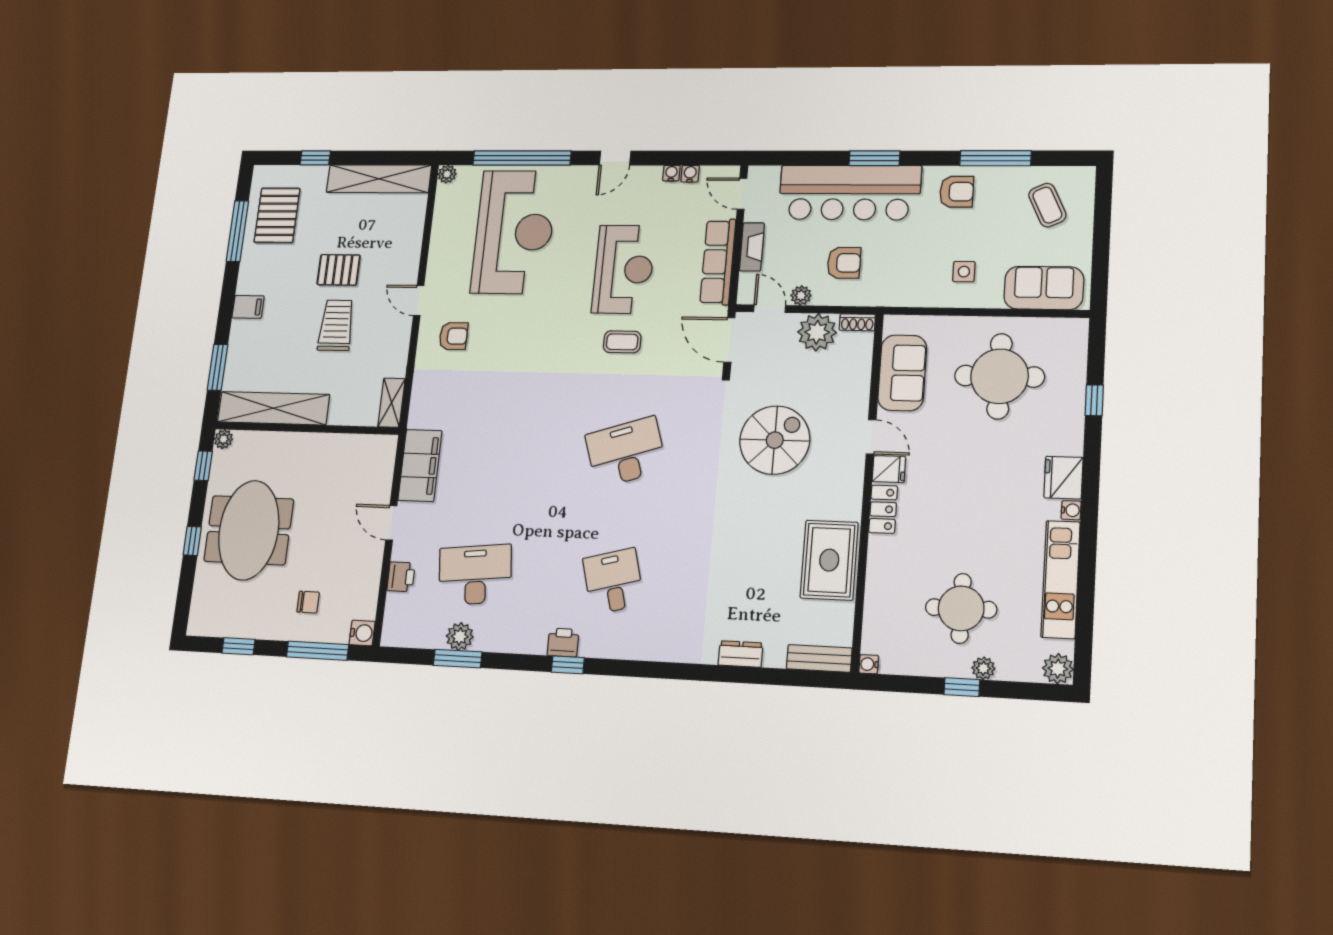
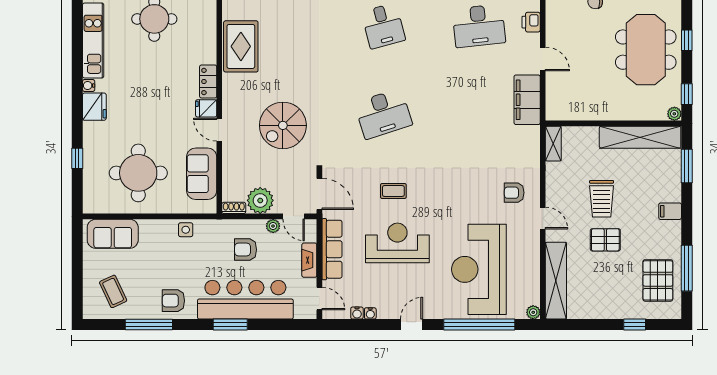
shelving: (379, 179) -> (556, 281), moved, turned 90
reception desk: (624, 269) -> (397, 243), turned 90
side table: (964, 272) -> (186, 230), moved

